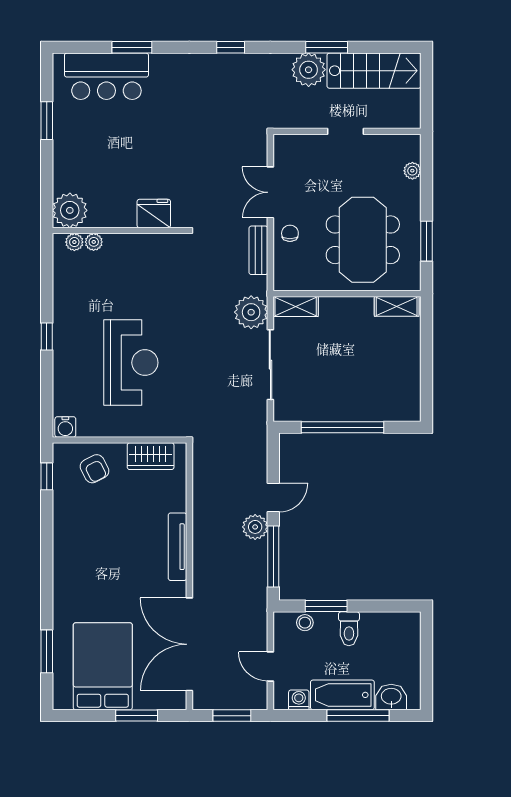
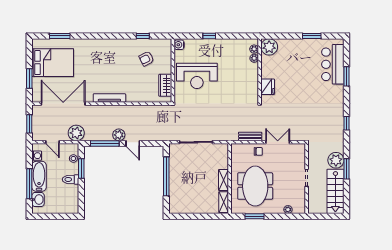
meeting table: (363, 240) -> (255, 186), turned 90
shelving: (296, 306) -> (224, 180), moved
plant: (251, 312) -> (76, 133), moved
water cooler: (65, 427) -> (179, 45), moved
wall: (119, 440) -> (173, 70), moved
wardrobe: (151, 456) -> (165, 85), moved
door: (270, 667) -> (53, 142), swing flipped

